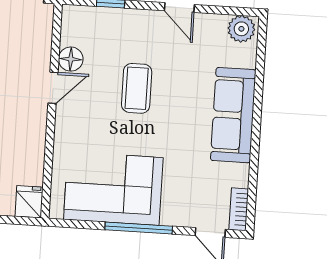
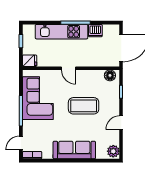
floor lamp: (71, 59) -> (110, 75), moved
door: (53, 88) -> (69, 68), moved
coffee table: (137, 88) -> (84, 106), width x1.36, depth x1.32

